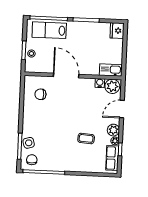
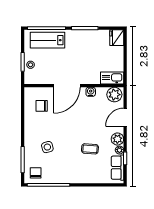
door: (66, 75) -> (67, 86), swing flipped
water cooler: (100, 83) -> (91, 92), moved
side table: (29, 143) -> (47, 147), moved

